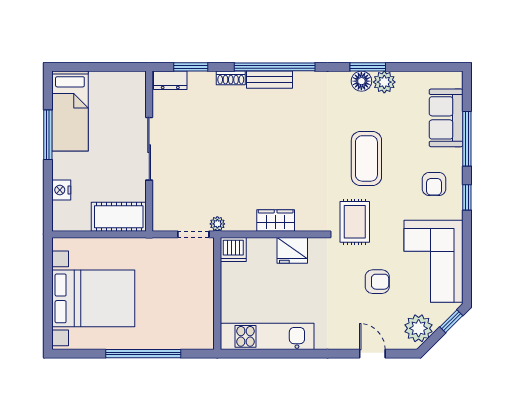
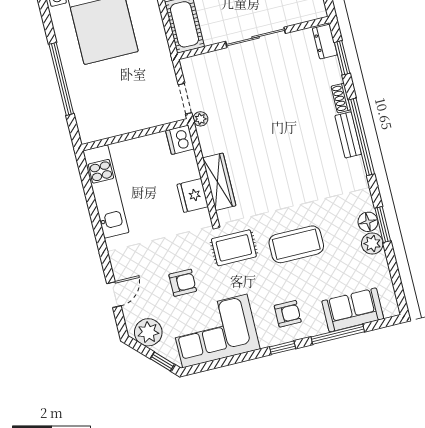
armchair: (434, 184) -> (288, 314), turned 180
wardrobe: (276, 220) -> (219, 182), width x1.50
armchair: (377, 282) -> (183, 283), turned -90

